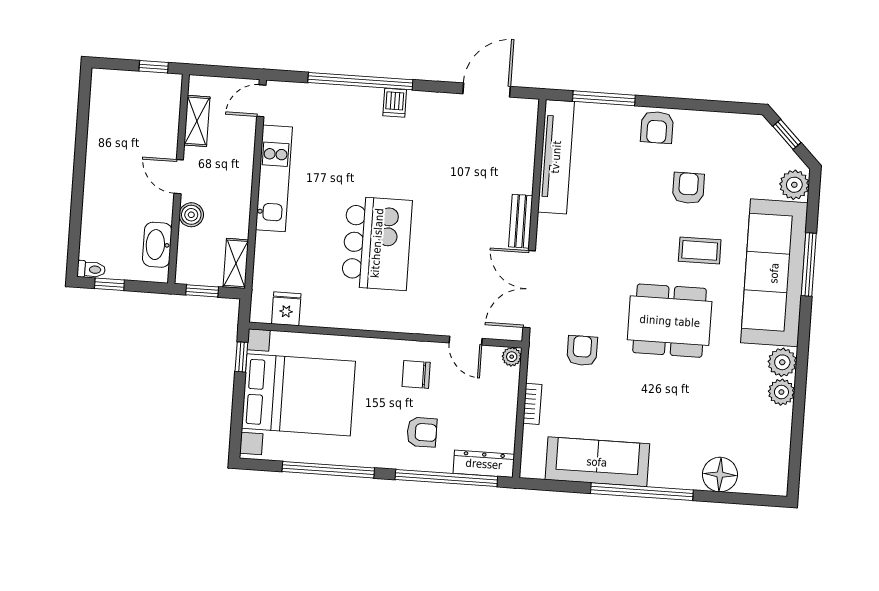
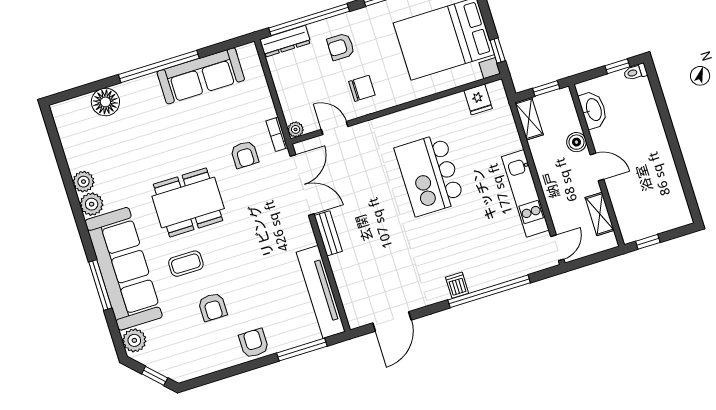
bookcase: (532, 404) -> (277, 134), moved

